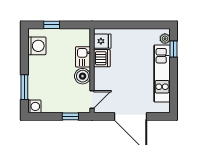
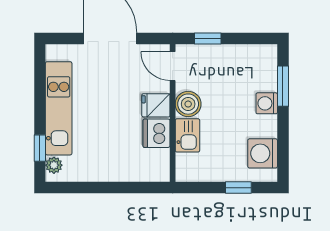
fridge: (102, 41) -> (156, 105), moved
door: (92, 99) -> (173, 66), hinge flipped
washing machine: (34, 106) -> (267, 103), moved

